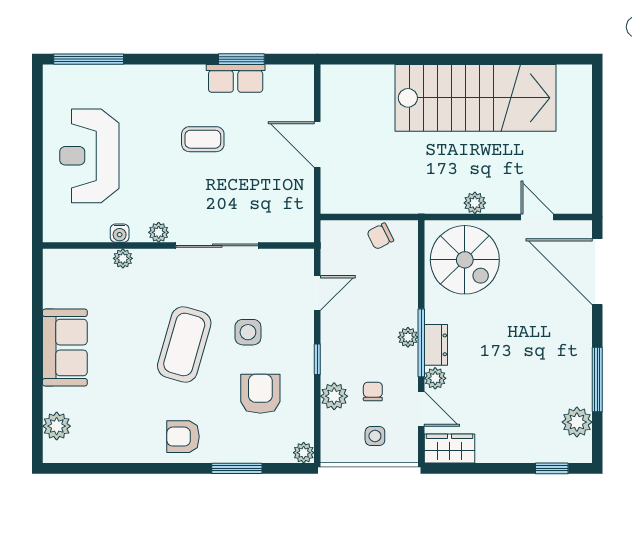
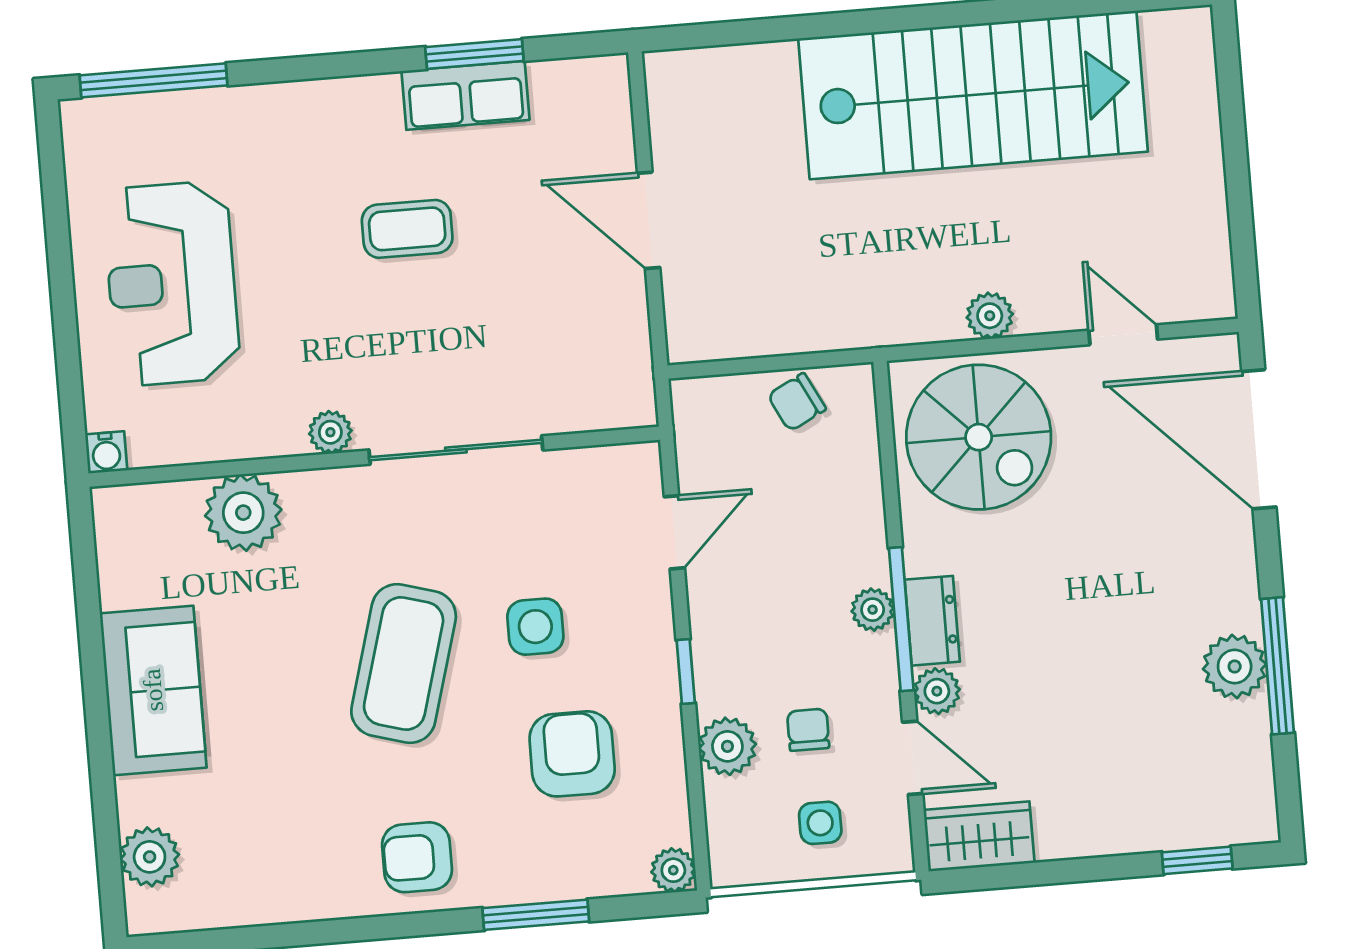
water cooler: (120, 233) -> (106, 452), moved
plant: (123, 258) -> (243, 513), width x1.87, depth x1.87
plant: (577, 422) -> (1235, 666), moved

